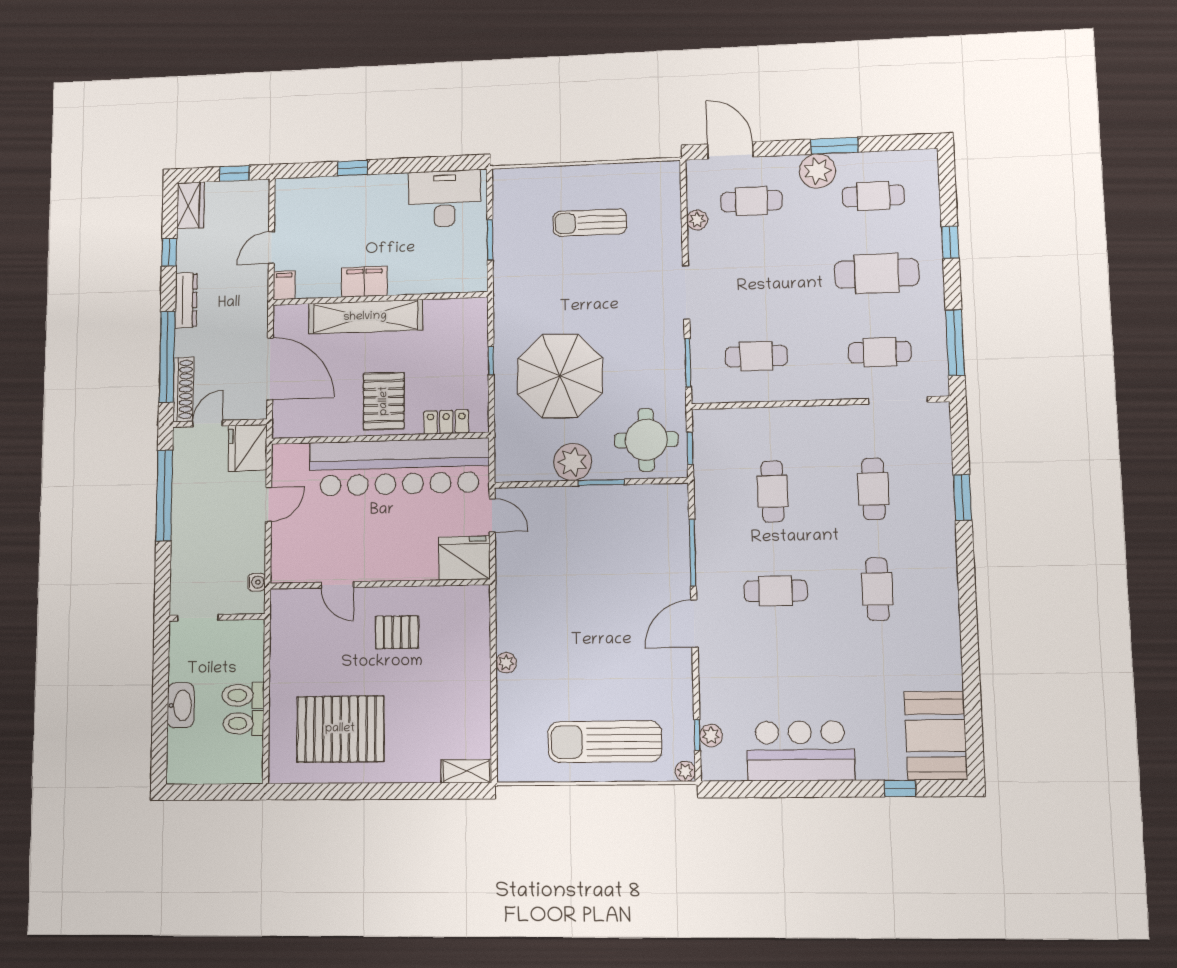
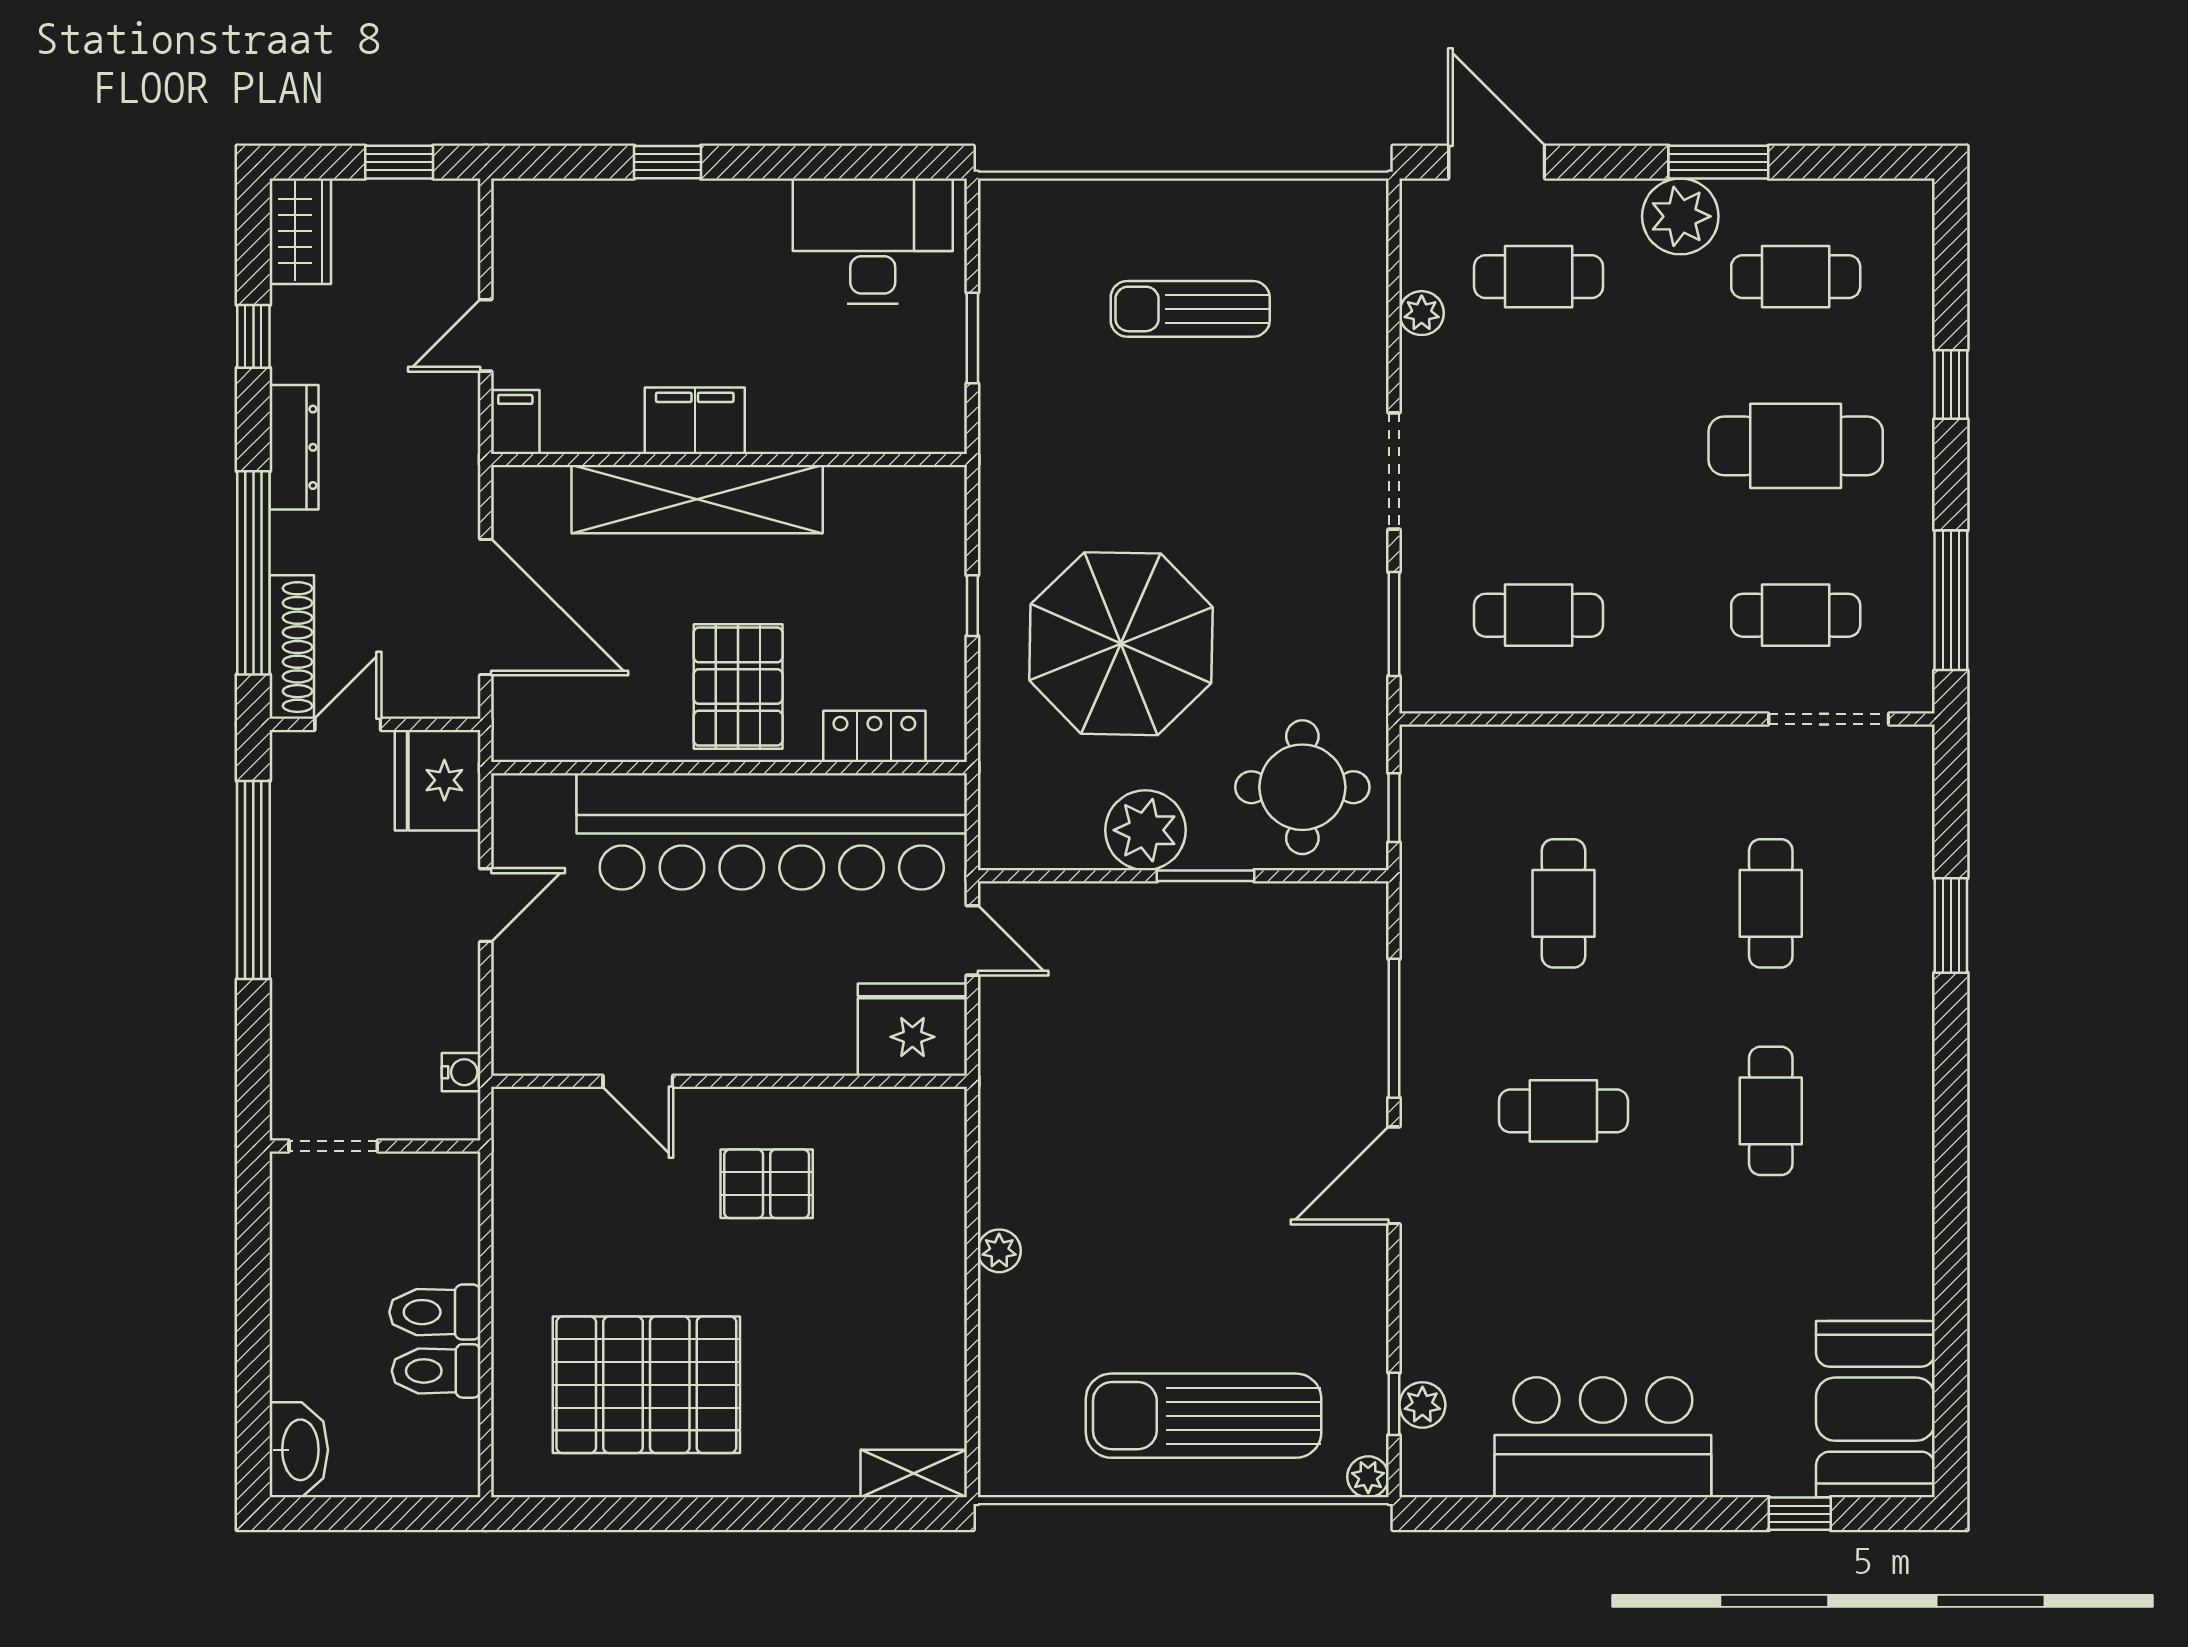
washbasin: (181, 705) -> (299, 1450), moved

